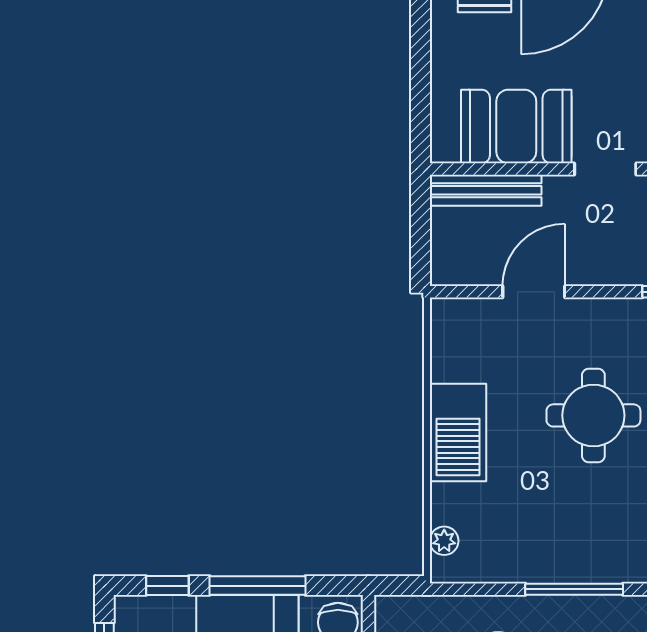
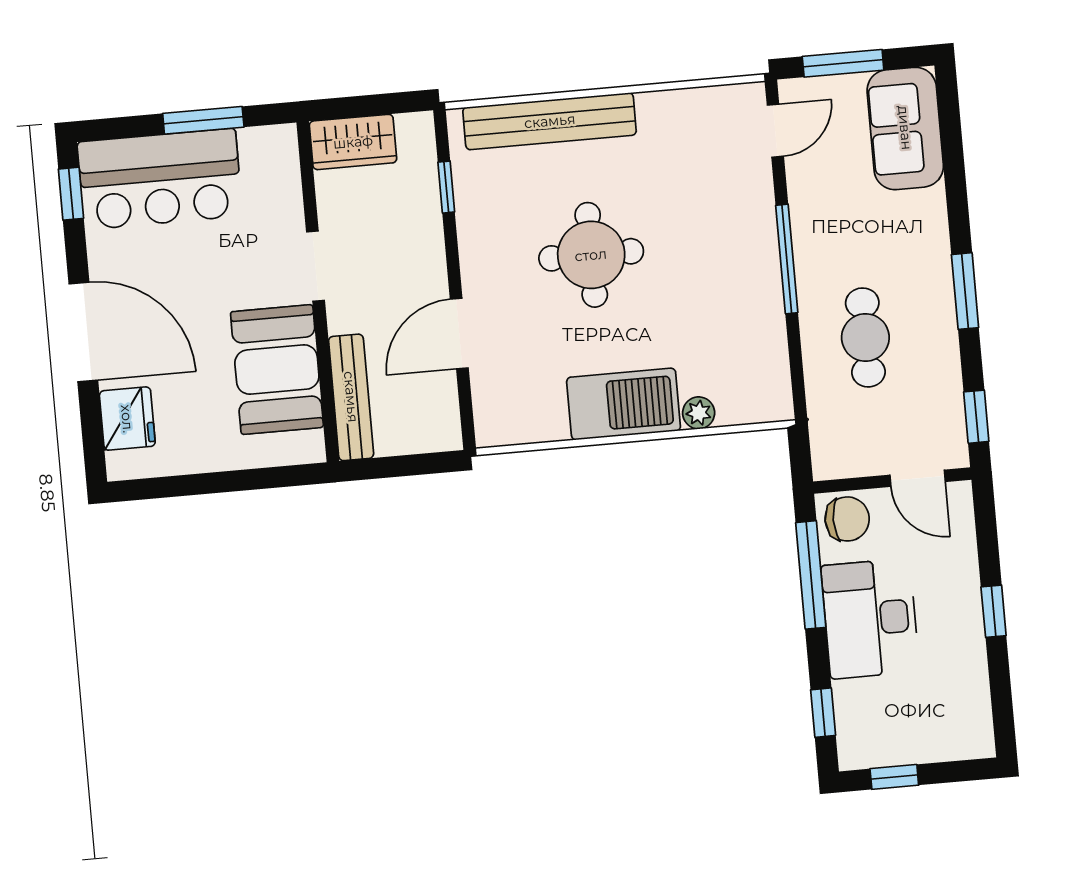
door: (534, 292) -> (459, 334), hinge flipped
plant: (444, 541) -> (699, 413), moved
window: (257, 586) -> (811, 575), moved

